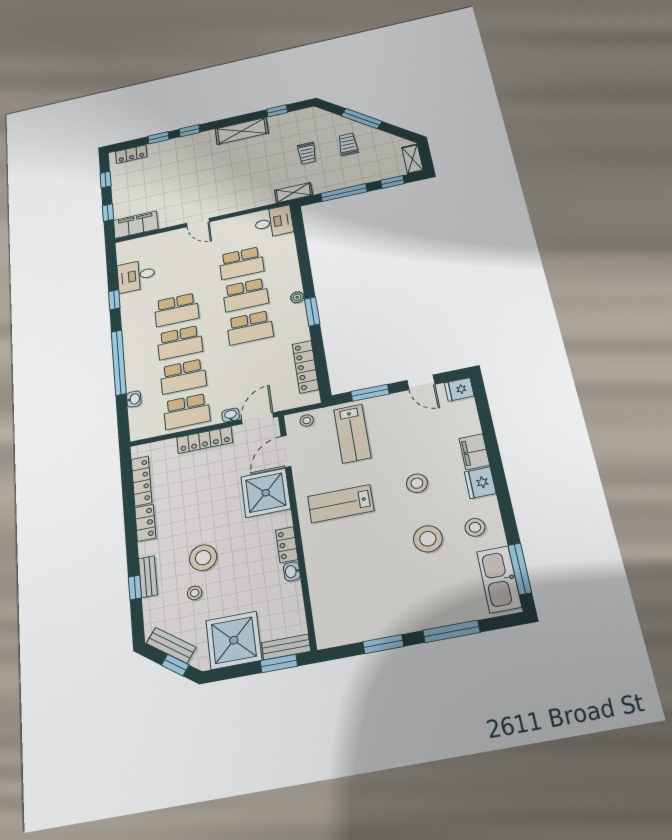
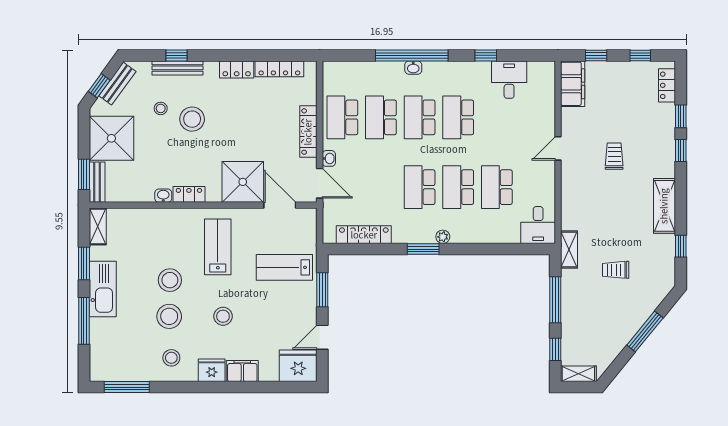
trolley: (348, 144) -> (614, 156), moved, turned -90
fridge: (459, 389) -> (298, 366), width x1.88, depth x1.34
washbasin: (134, 399) -> (413, 68), moved
stool: (307, 420) -> (170, 280), moved, width x1.89, depth x1.89
bench: (148, 577) -> (177, 68), width x1.36
kitchen sink: (499, 579) -> (103, 289), moved, turned 90
shelving: (337, 637) -> (98, 226), added

